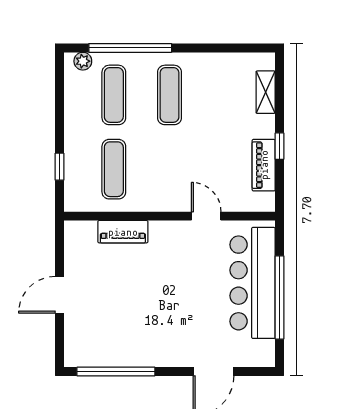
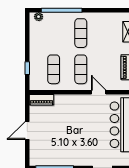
exercise mat: (114, 95) -> (81, 69), moved
piano: (123, 232) -> (41, 100), moved

